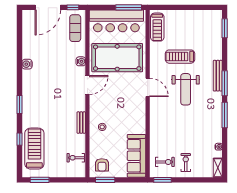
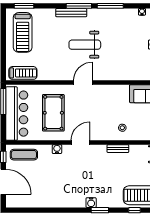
treadmill: (180, 57) -> (23, 32), moved, width x1.37, depth x1.38
pool table: (117, 58) -> (53, 113), width x0.73, depth x0.76
water cooler: (27, 64) -> (91, 203), moved
door: (87, 85) -> (81, 142), hinge flipped
weight bench: (186, 89) -> (85, 45), turned 180

